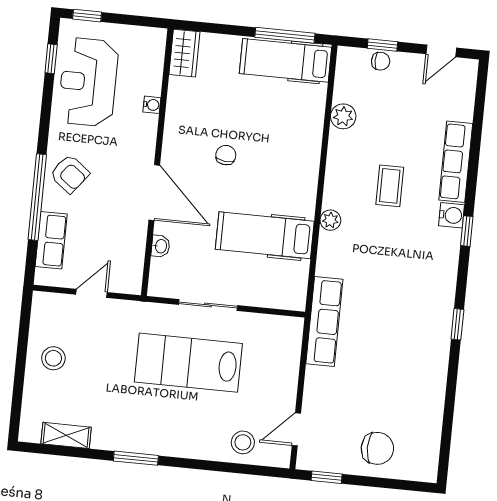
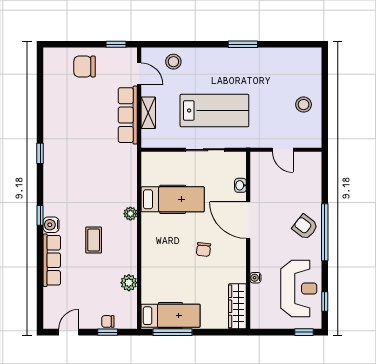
wardrobe: (184, 53) -> (237, 306), width x1.50
window: (37, 197) -> (325, 232), moved
row of seats: (51, 240) -> (313, 182), removed
door: (92, 293) -> (283, 150), hinge flipped
row of seats: (324, 321) -> (128, 115), moved
door: (296, 429) -> (139, 74), hinge flipped
shelving: (66, 435) -> (148, 113), moved, turned 90

